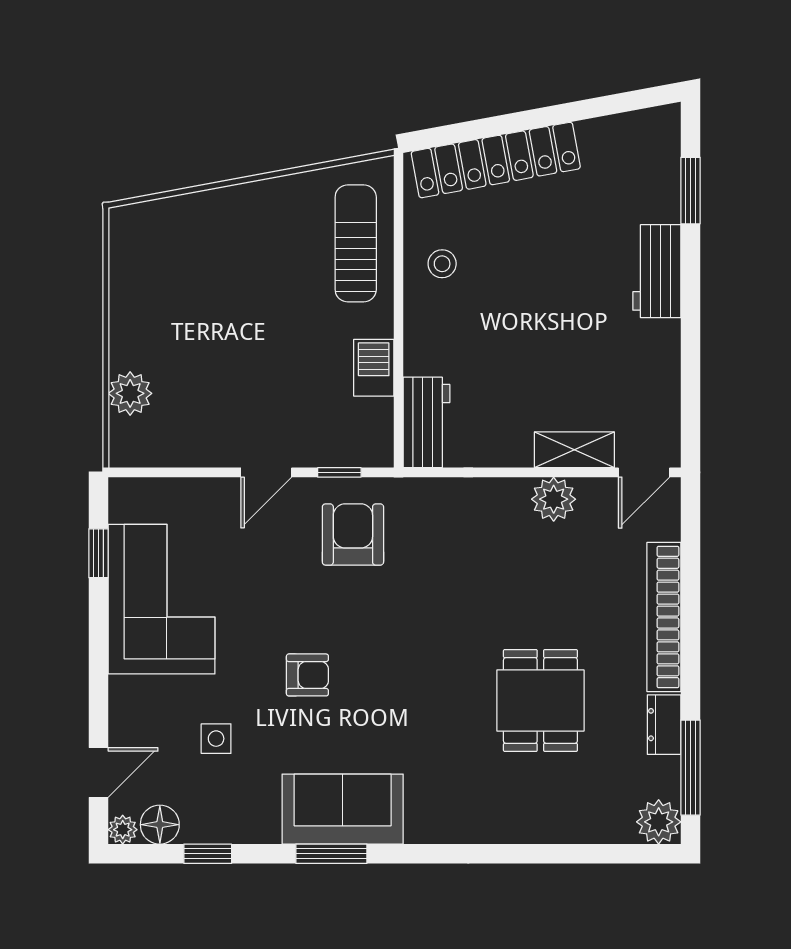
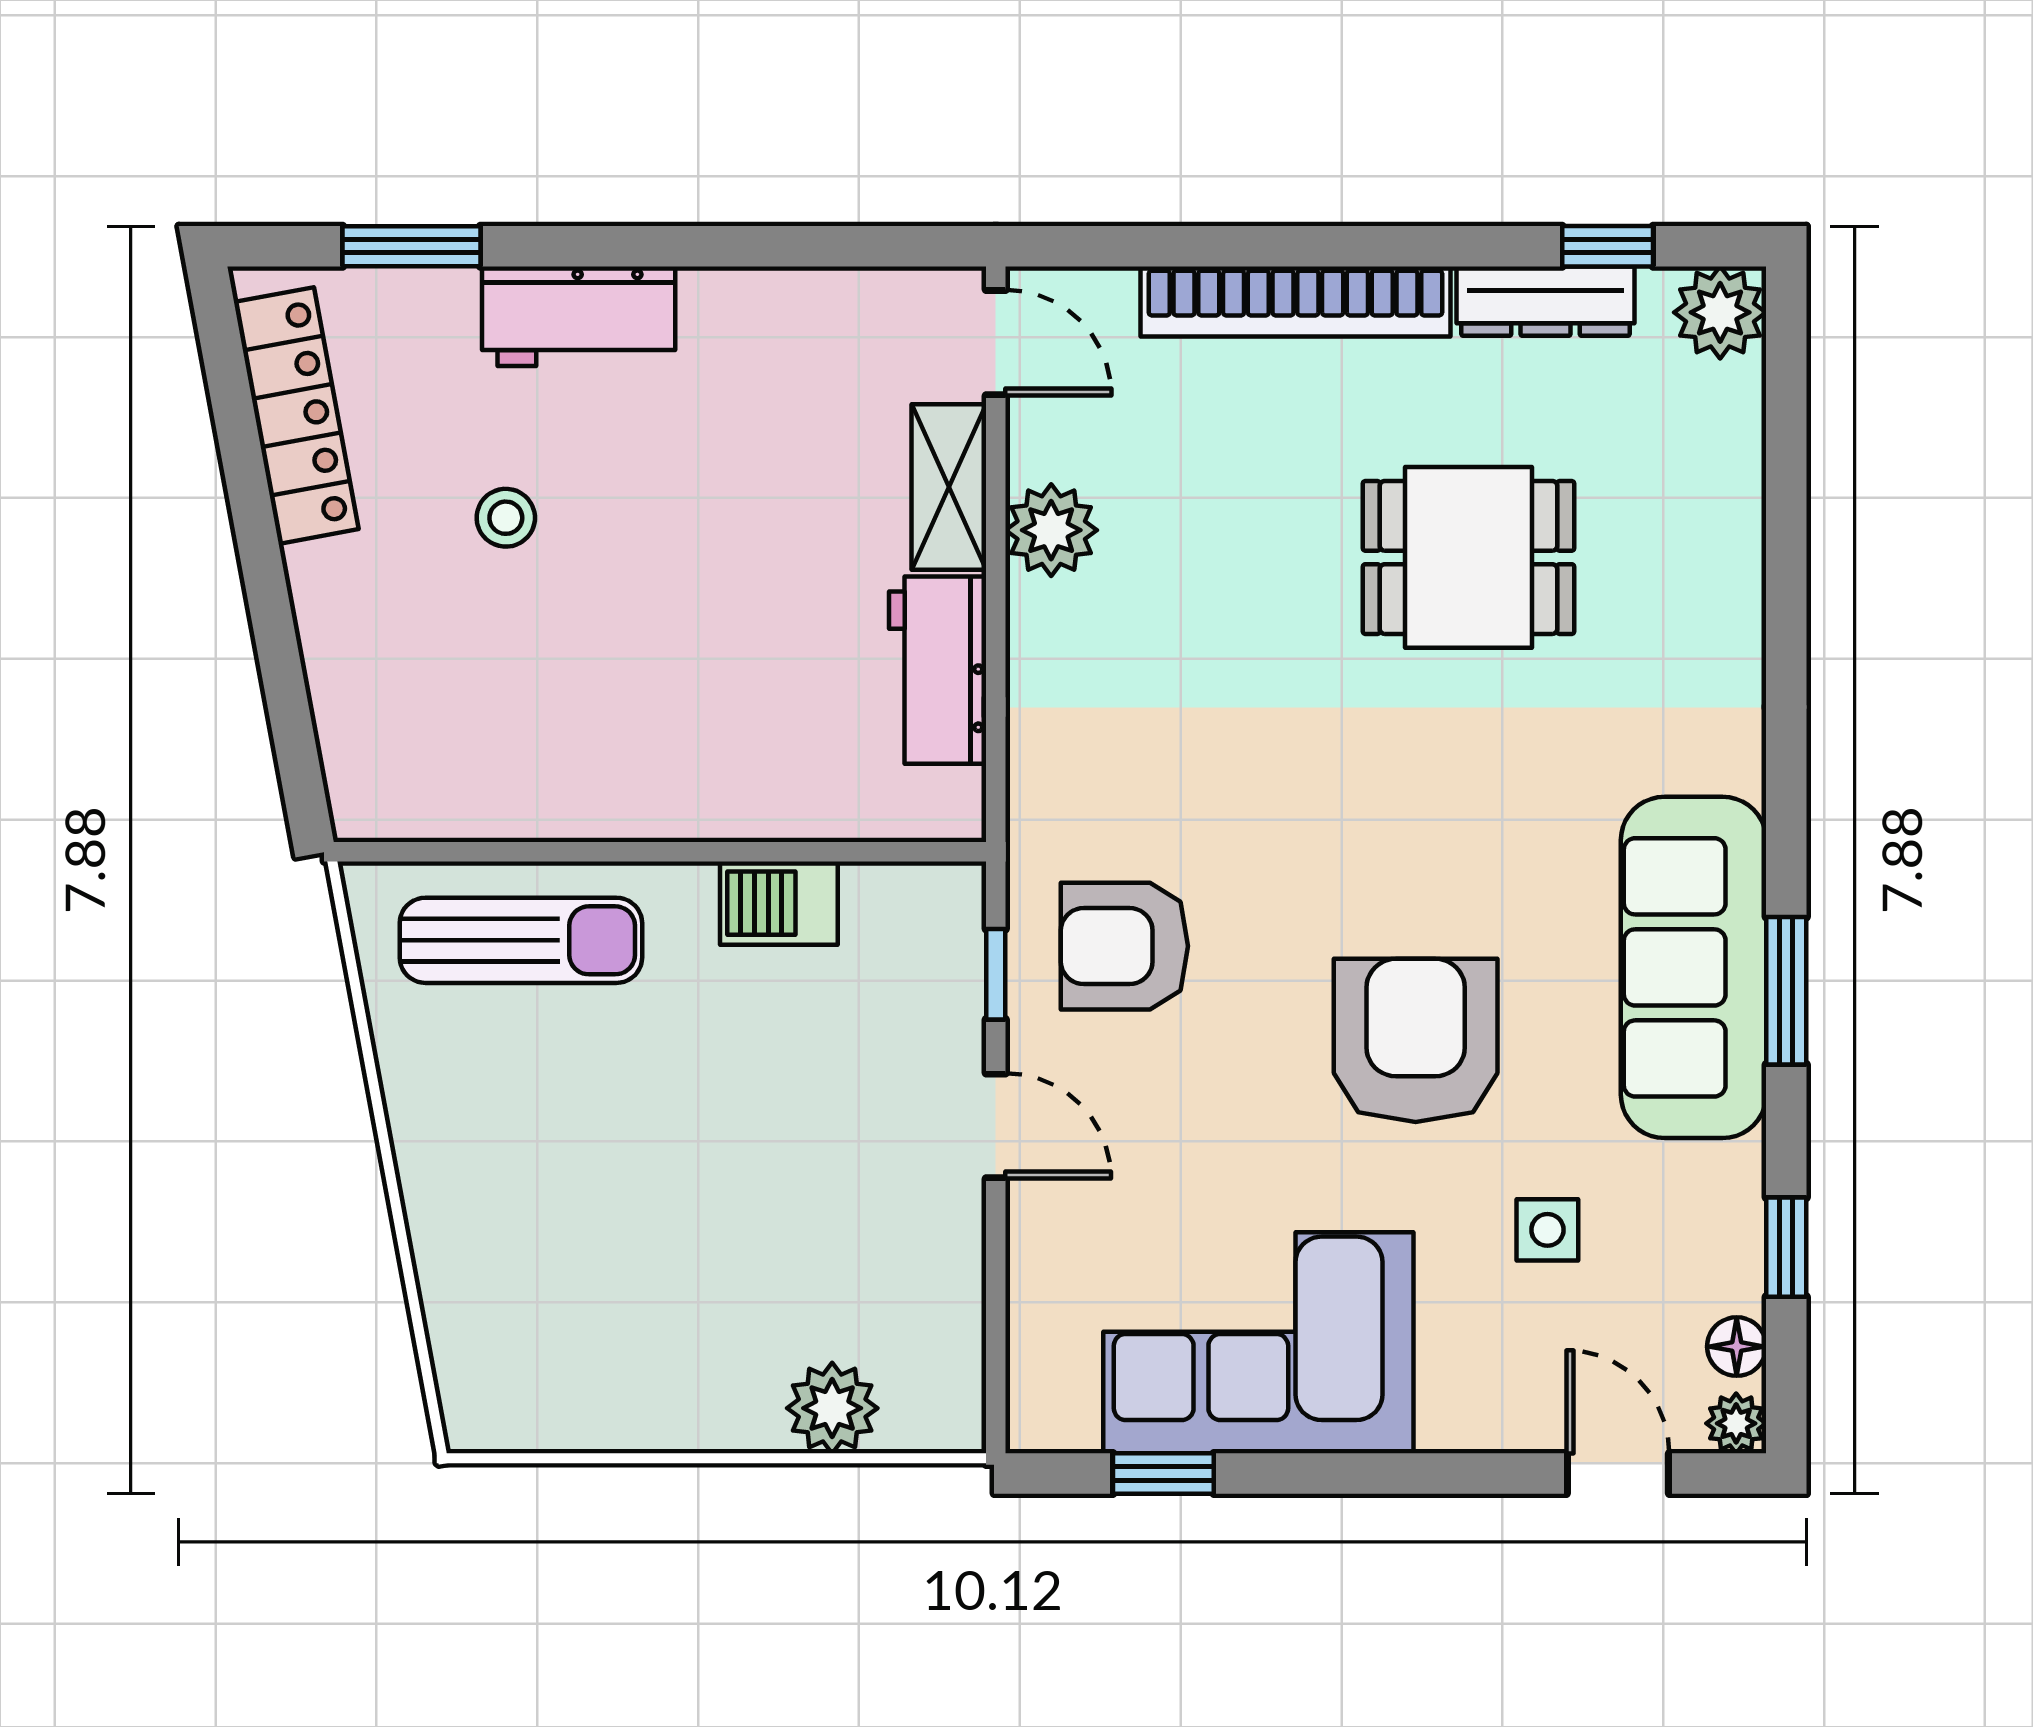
locker: (496, 160) -> (296, 416), moved, width x0.71, depth x0.83
sun lounger: (356, 243) -> (521, 940), turned 180
stool: (442, 264) -> (506, 518), moved
workbench: (426, 422) -> (938, 670), moved, turned -90
armchair: (307, 675) -> (1416, 1040), width x1.88, depth x1.88
dresser: (664, 725) -> (1546, 301), width x1.44
window: (691, 768) -> (1608, 246), width x0.46
sofa: (343, 809) -> (1694, 967), width x1.36
floor lamp: (160, 825) -> (1737, 1347), width x0.73, depth x0.73

